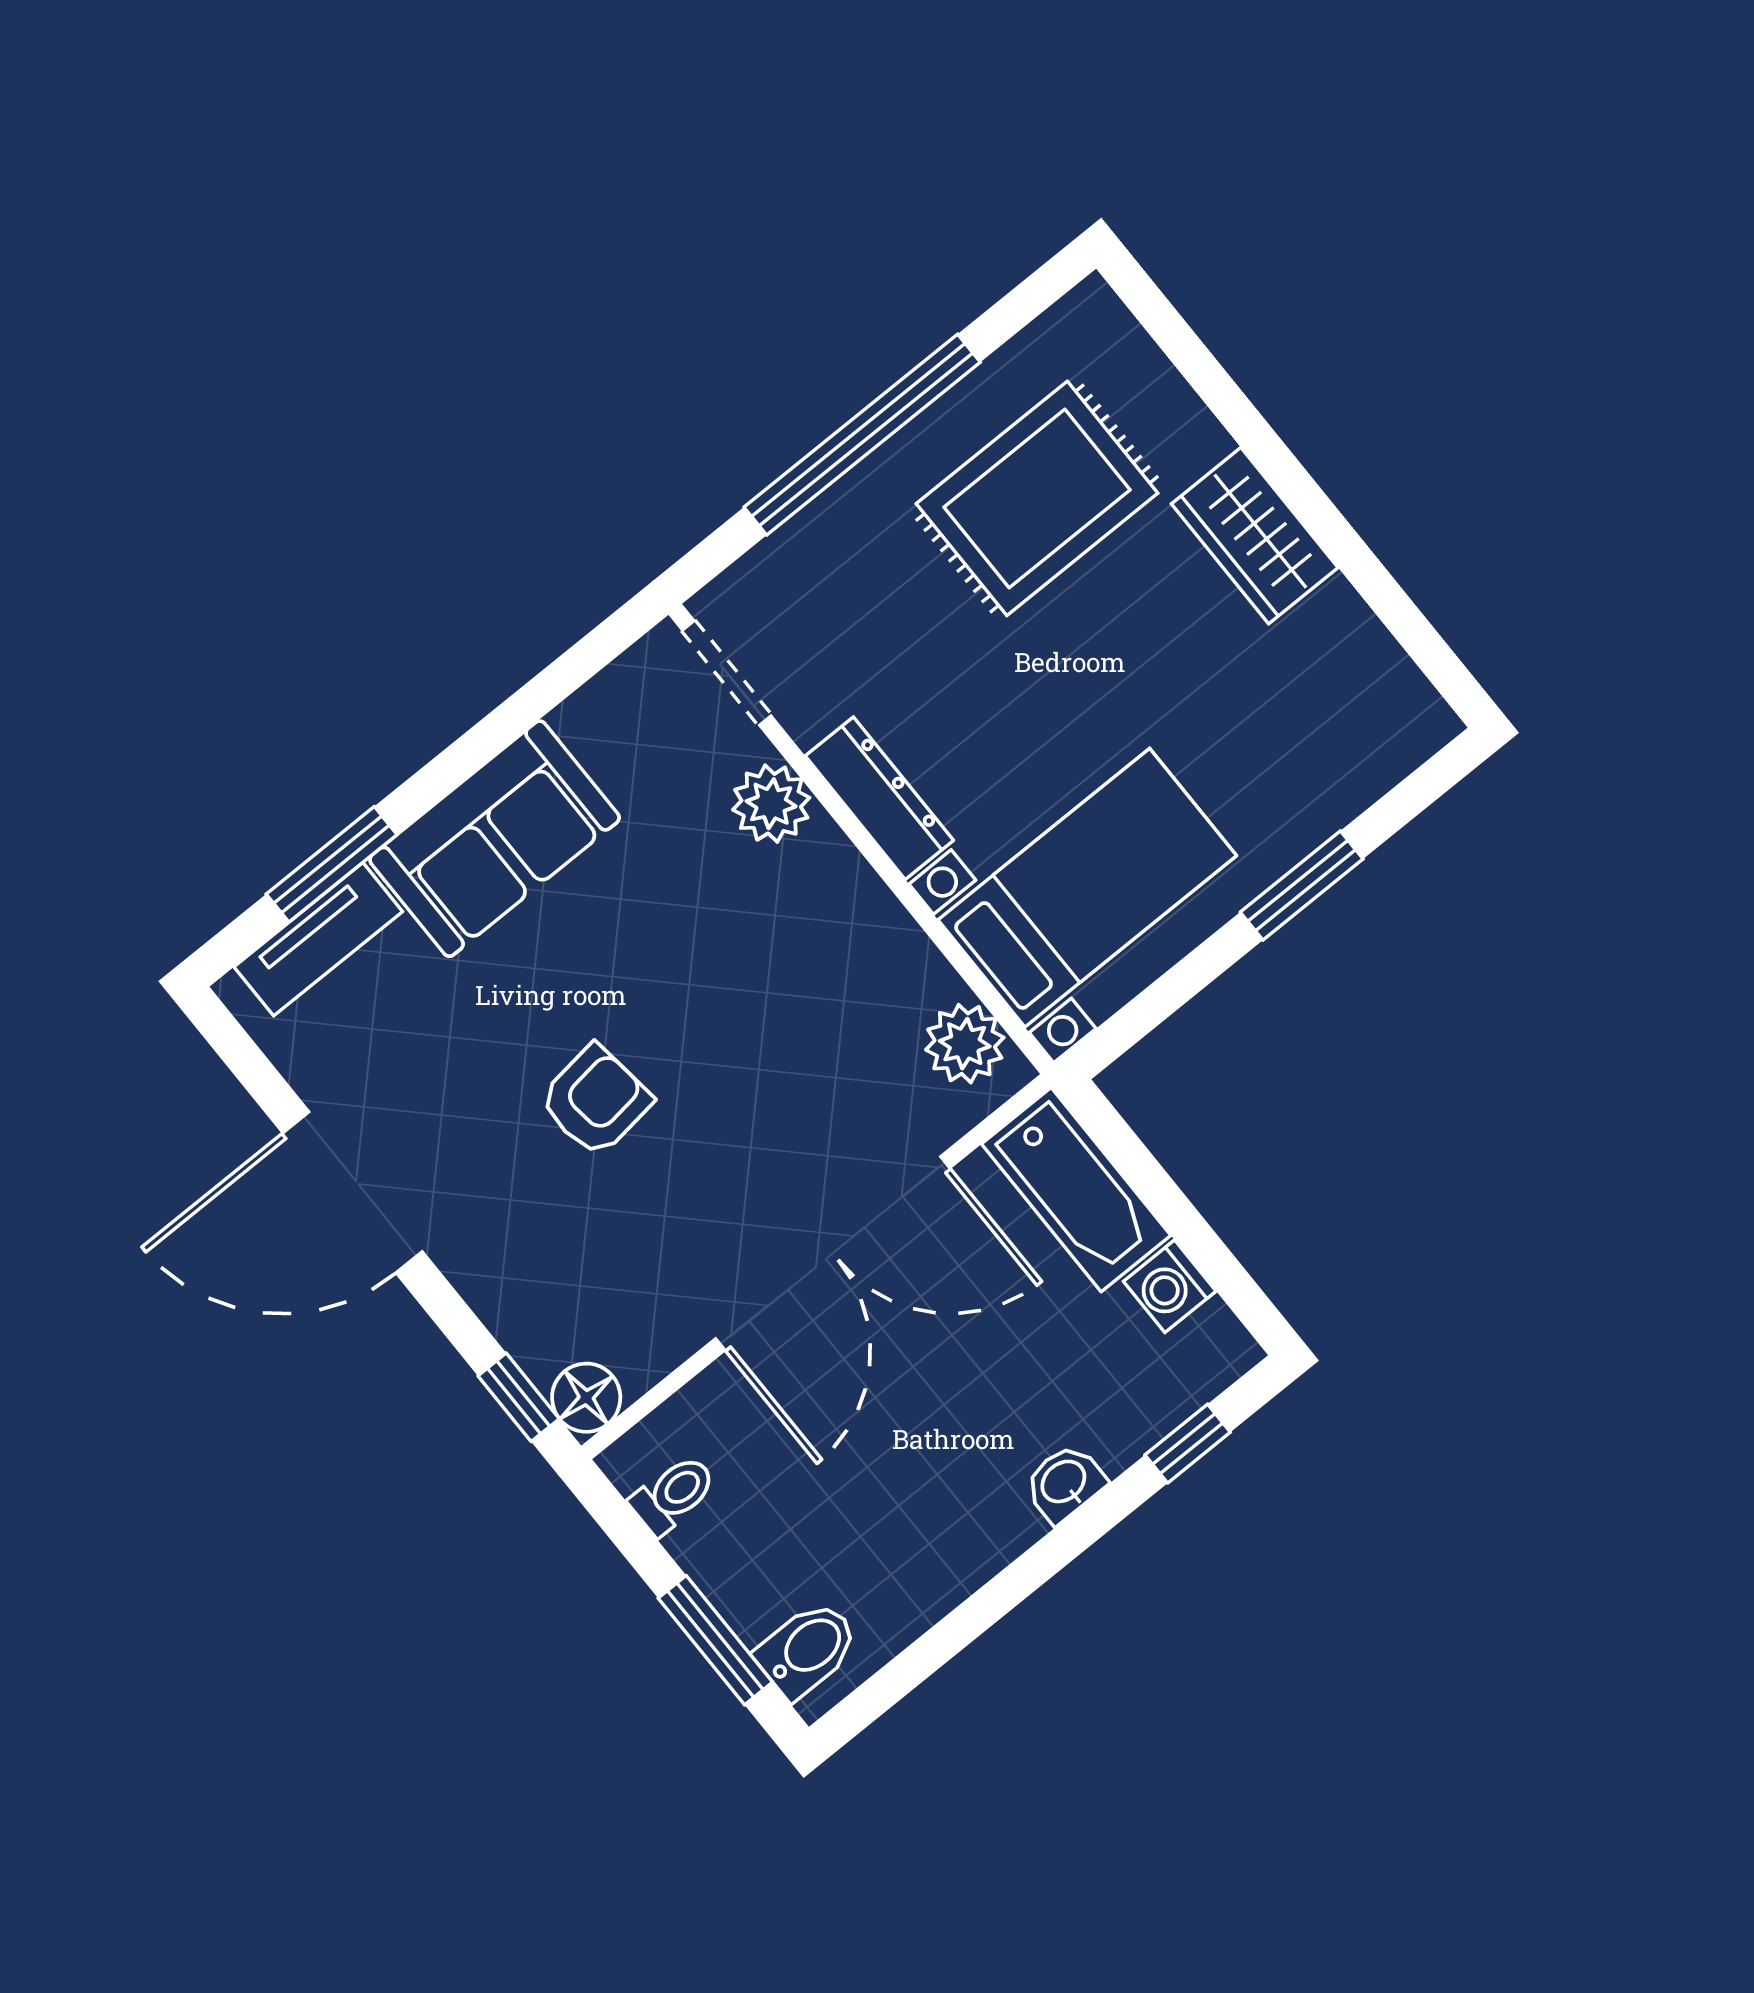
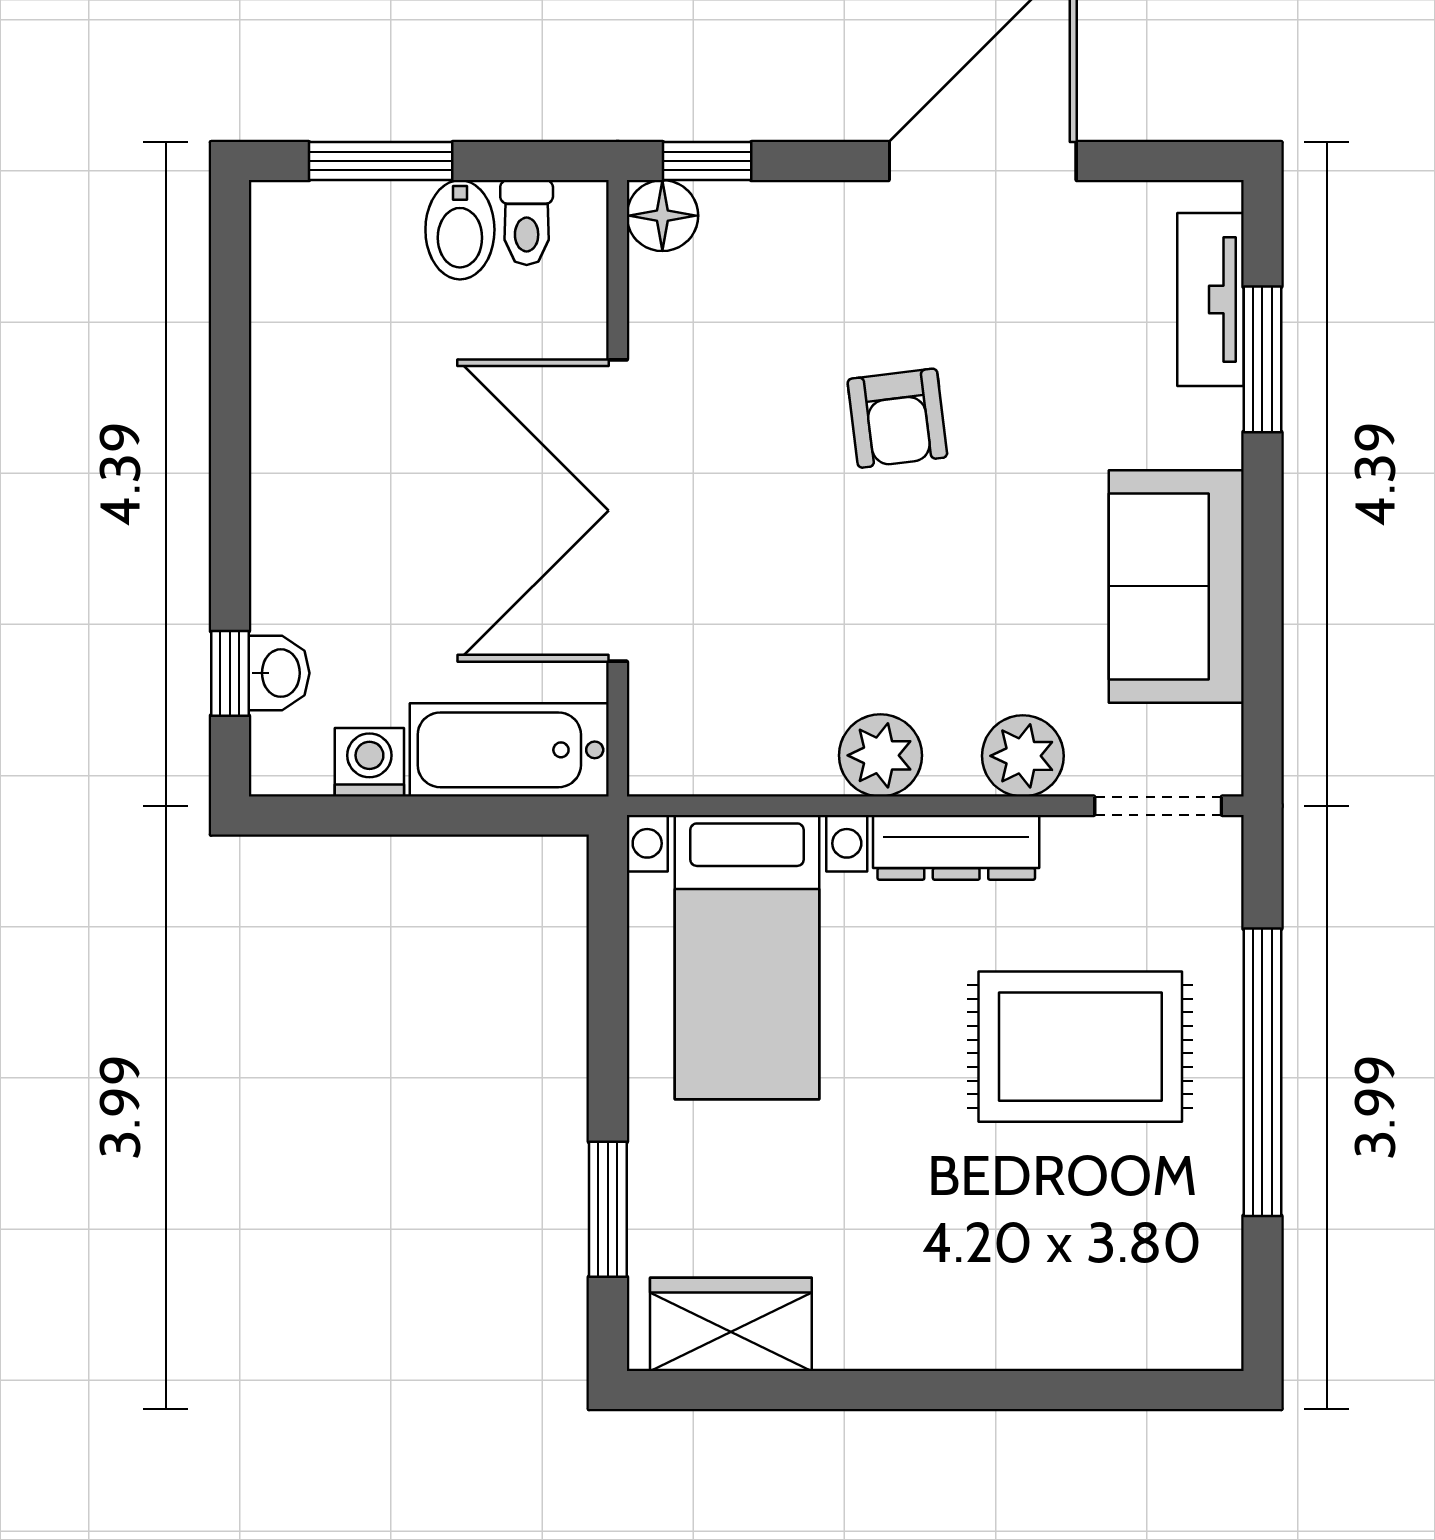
rug: (1037, 498) -> (1080, 1047), moved, turned 90
wardrobe: (1255, 536) -> (731, 1324), moved
sofa: (495, 839) -> (1176, 586), moved
window: (1302, 885) -> (608, 1209), moved
plant: (965, 1044) -> (880, 755), moved
washbasin: (1064, 1483) -> (279, 673), moved
bidet: (807, 1649) -> (460, 230), moved

